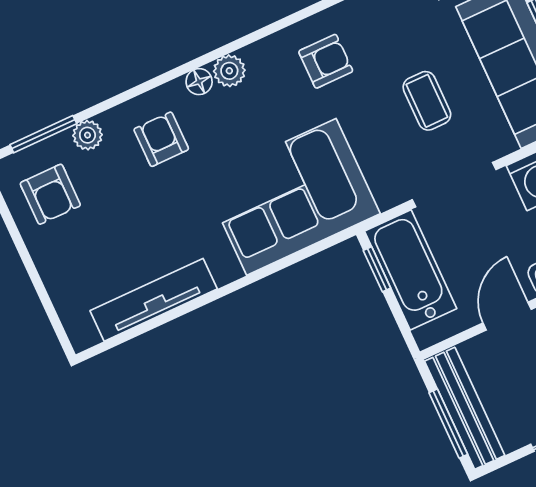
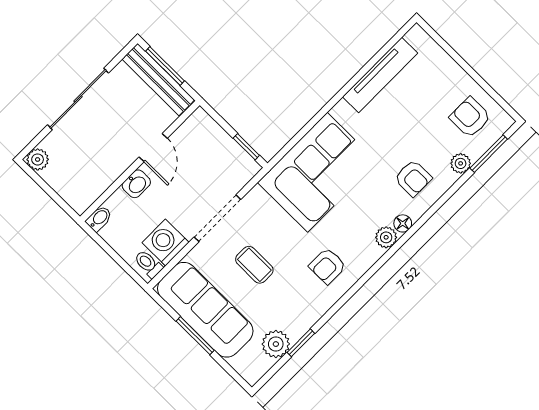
bathtub: (411, 270) -> (225, 154), removed

